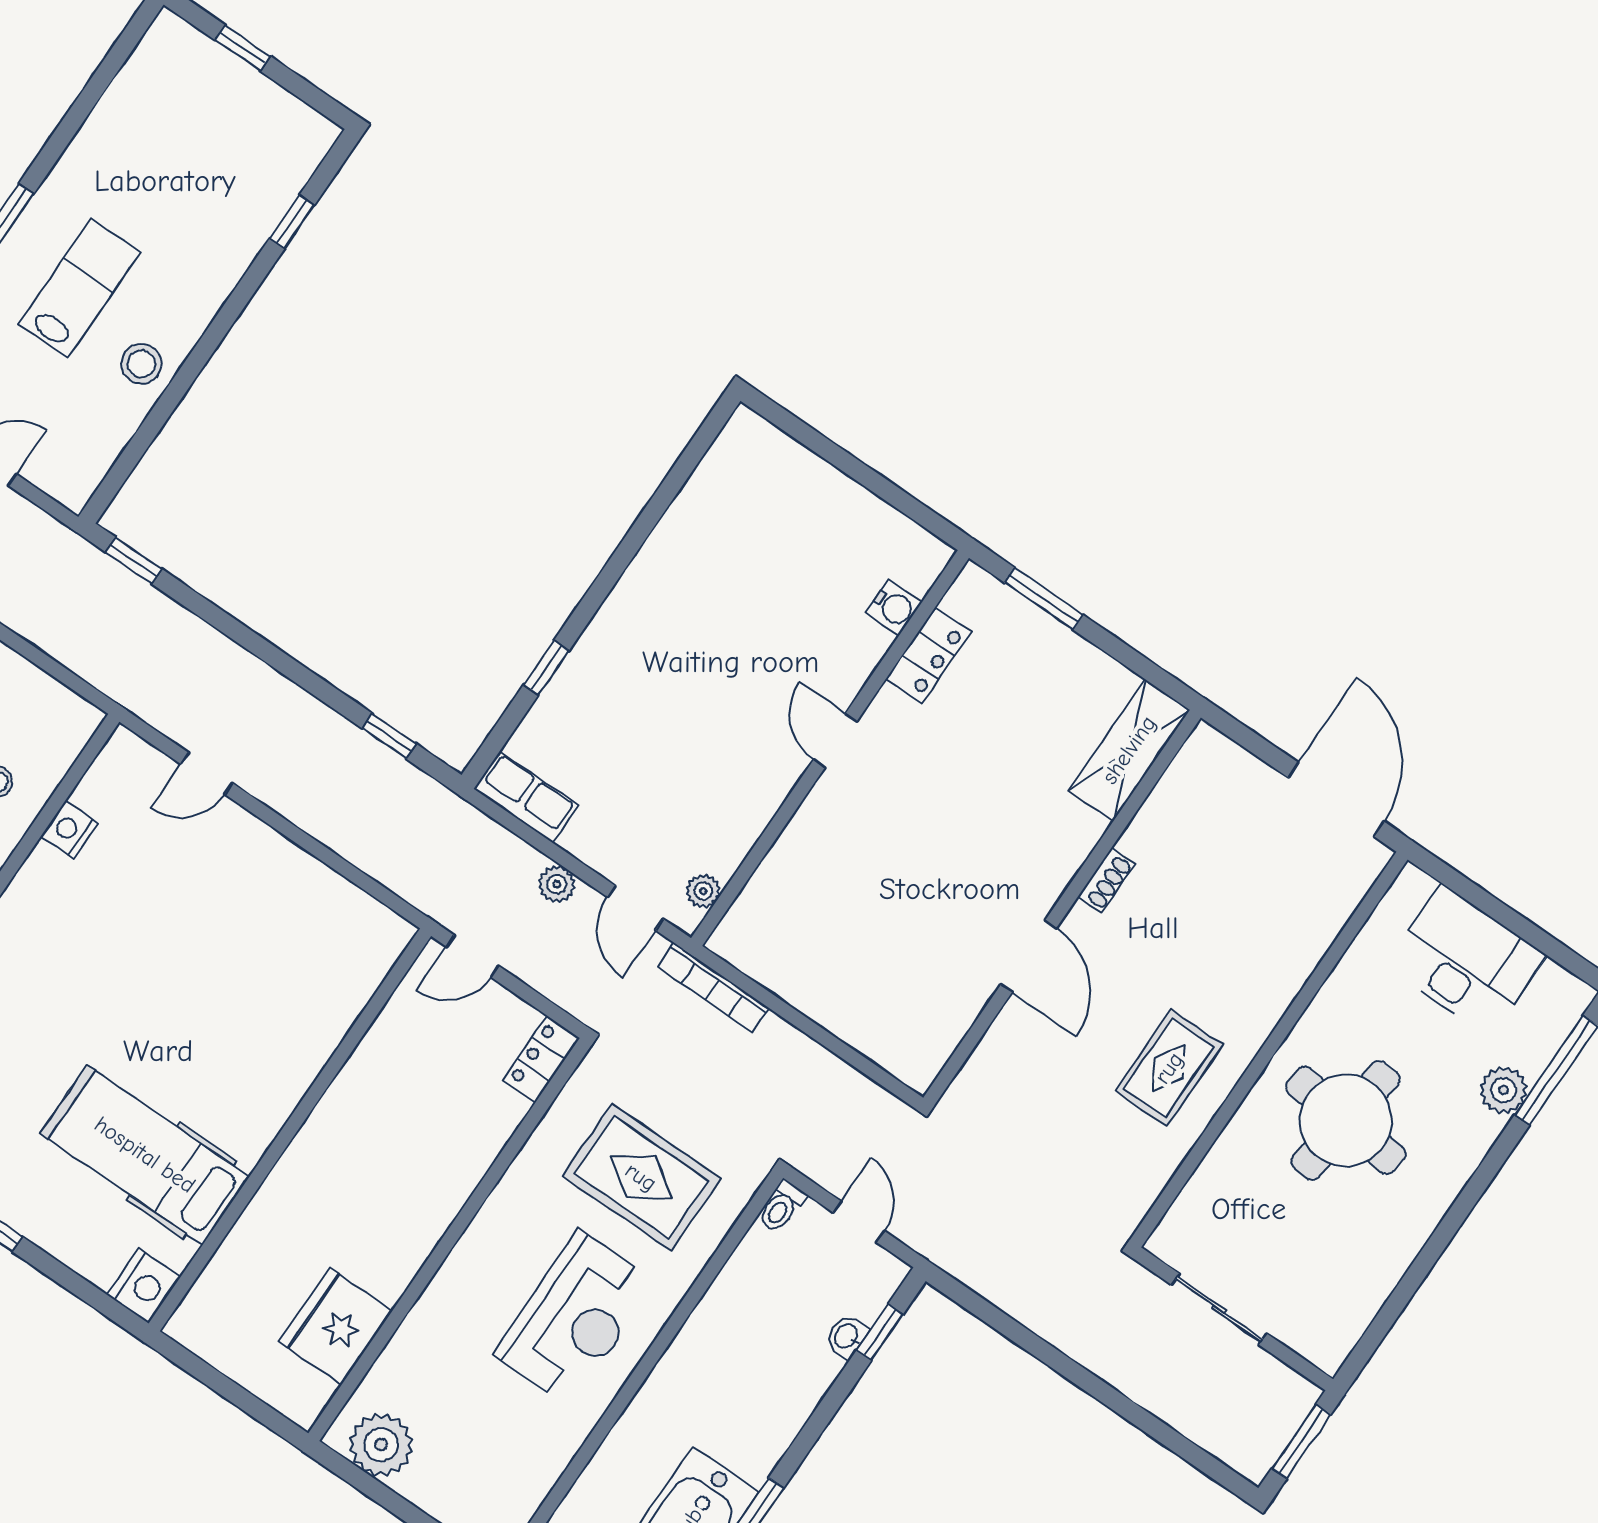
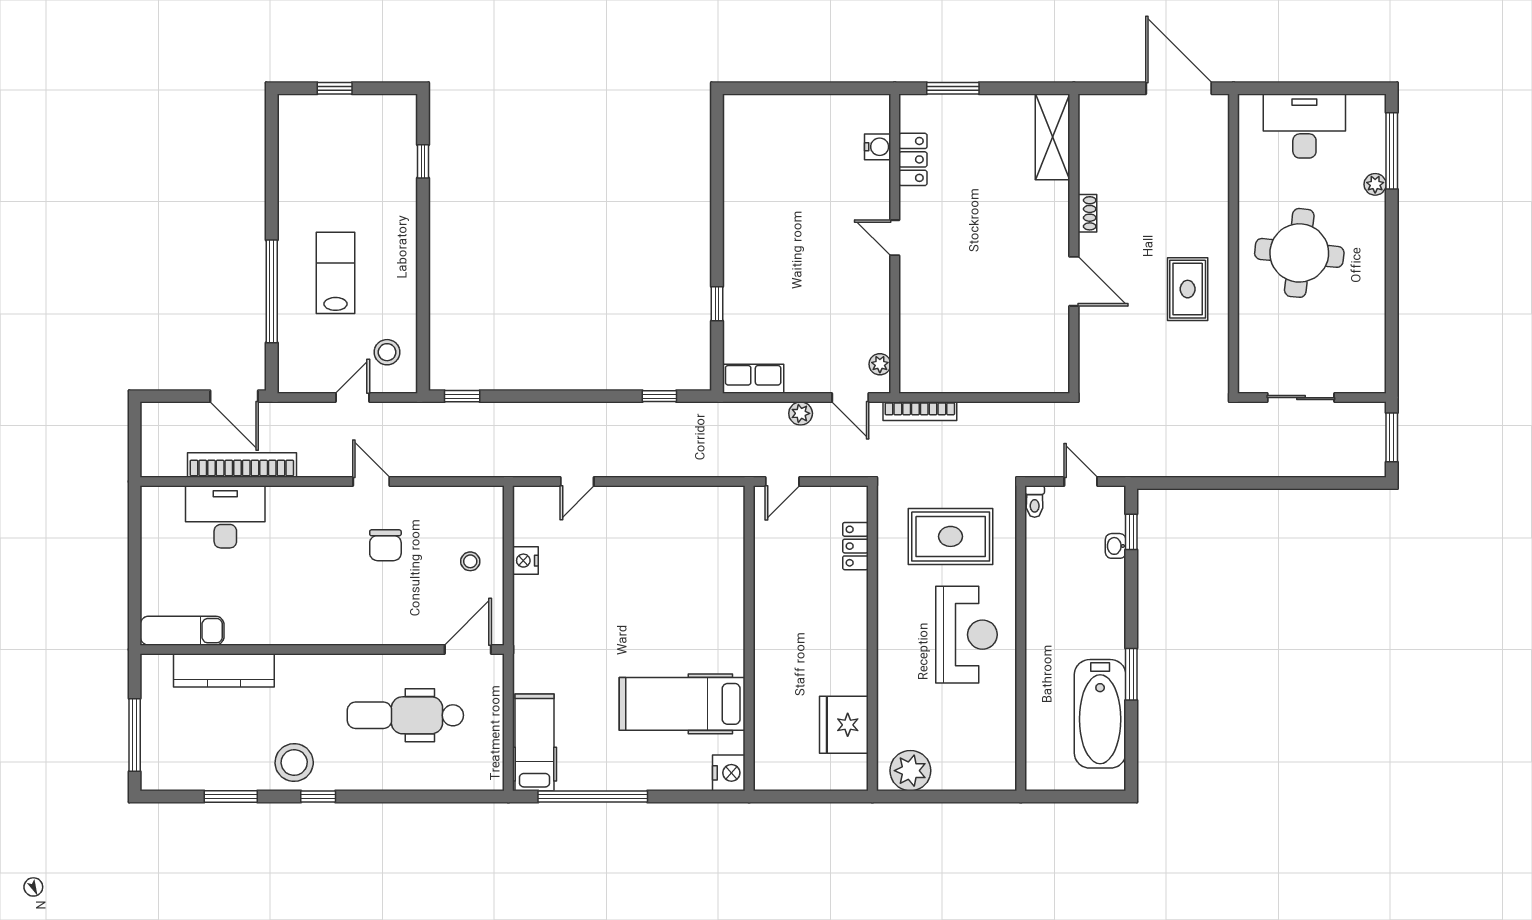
stool: (141, 364) -> (387, 352), moved
locker: (541, 1059) -> (855, 546), moved
plant: (1503, 1090) -> (1375, 184), width x0.73, depth x0.73

